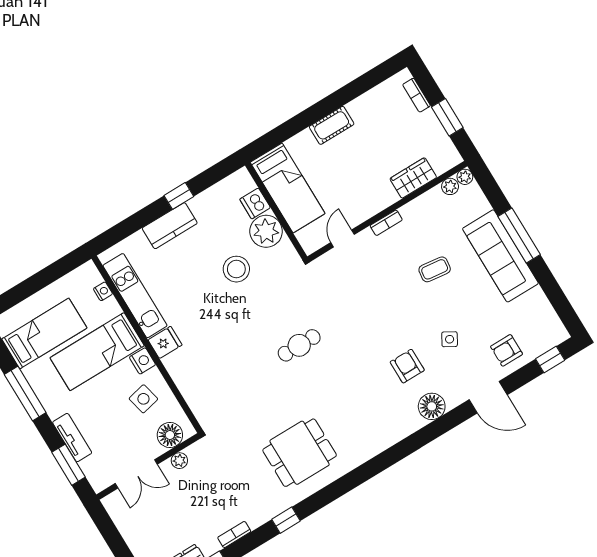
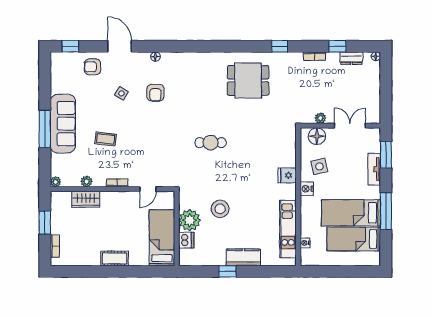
plant: (450, 186) -> (87, 181), moved
fridge: (165, 342) -> (287, 175), moved
armchair: (507, 350) -> (92, 67), turned 180
bed: (97, 352) -> (351, 213), moved, turned 180
floor lamp: (432, 406) -> (155, 57), width x0.53, depth x0.53

